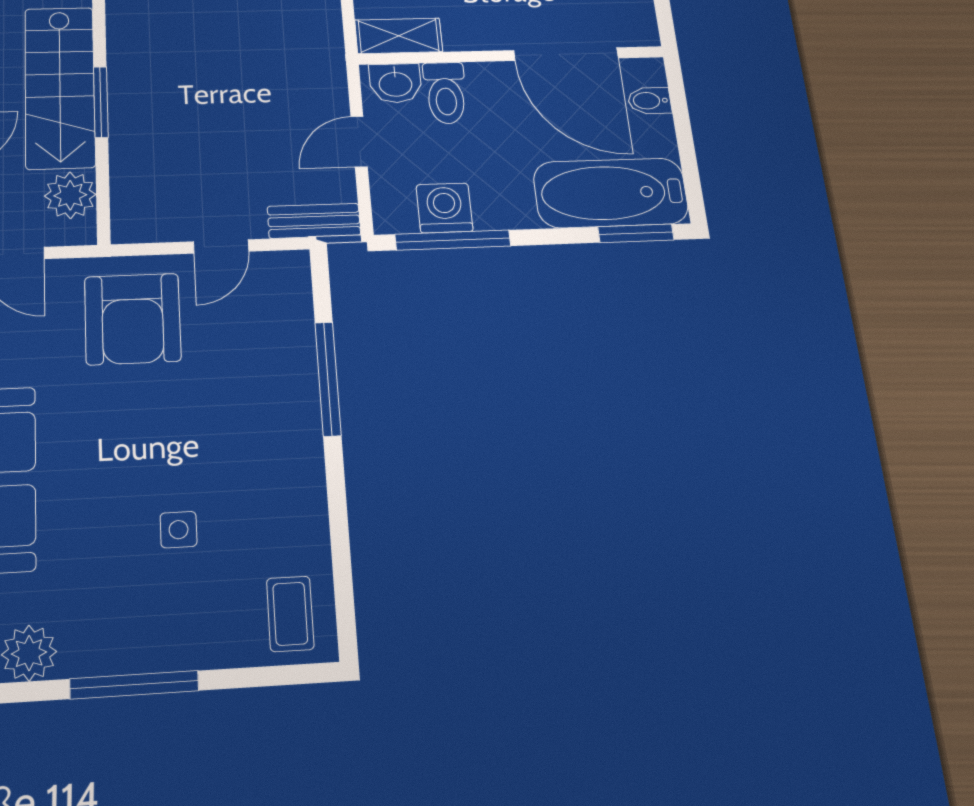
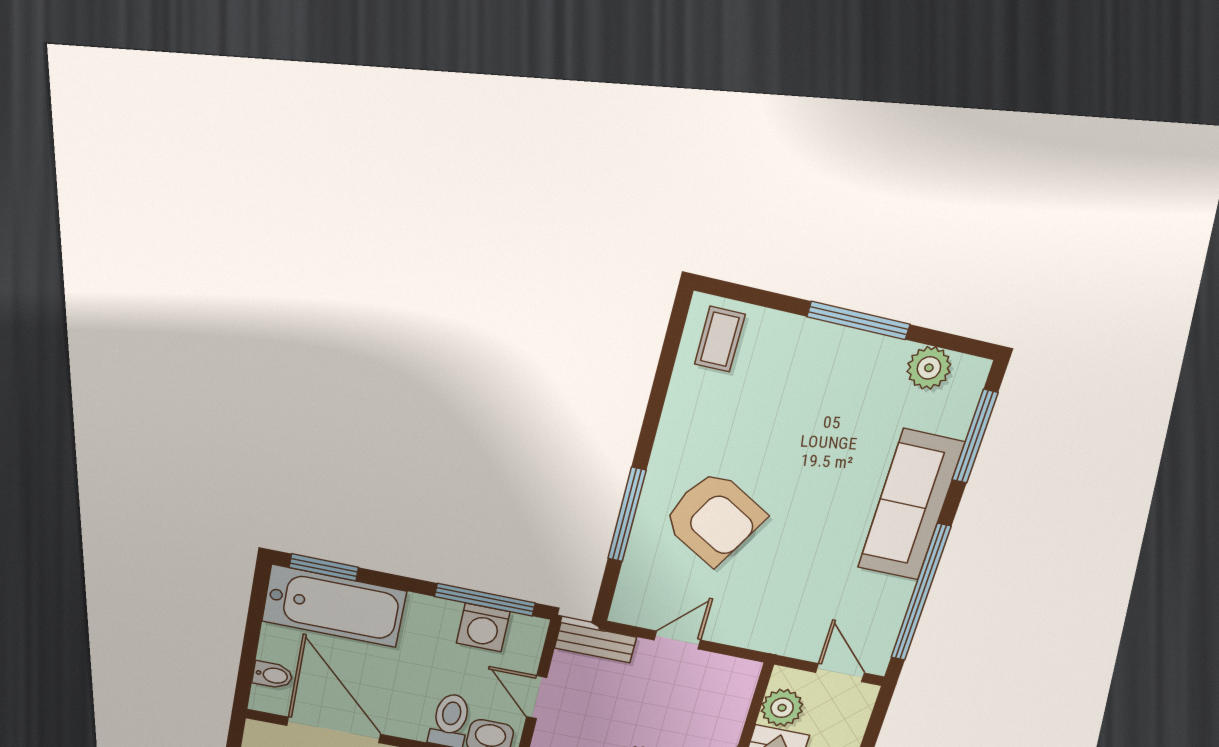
door: (359, 142) -> (537, 697), swing flipped
armchair: (133, 319) -> (714, 518), moved, turned 120
side table: (179, 530) -> (785, 429), removed

